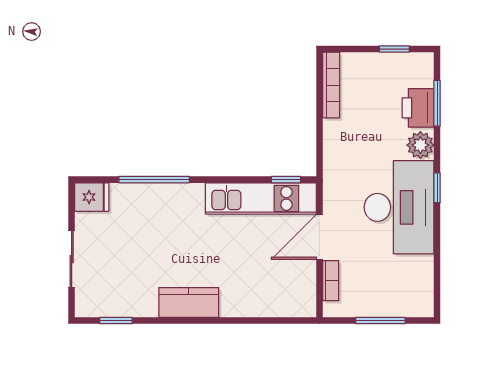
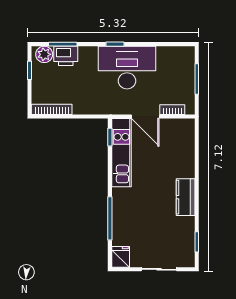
plant: (420, 145) -> (44, 54), moved

